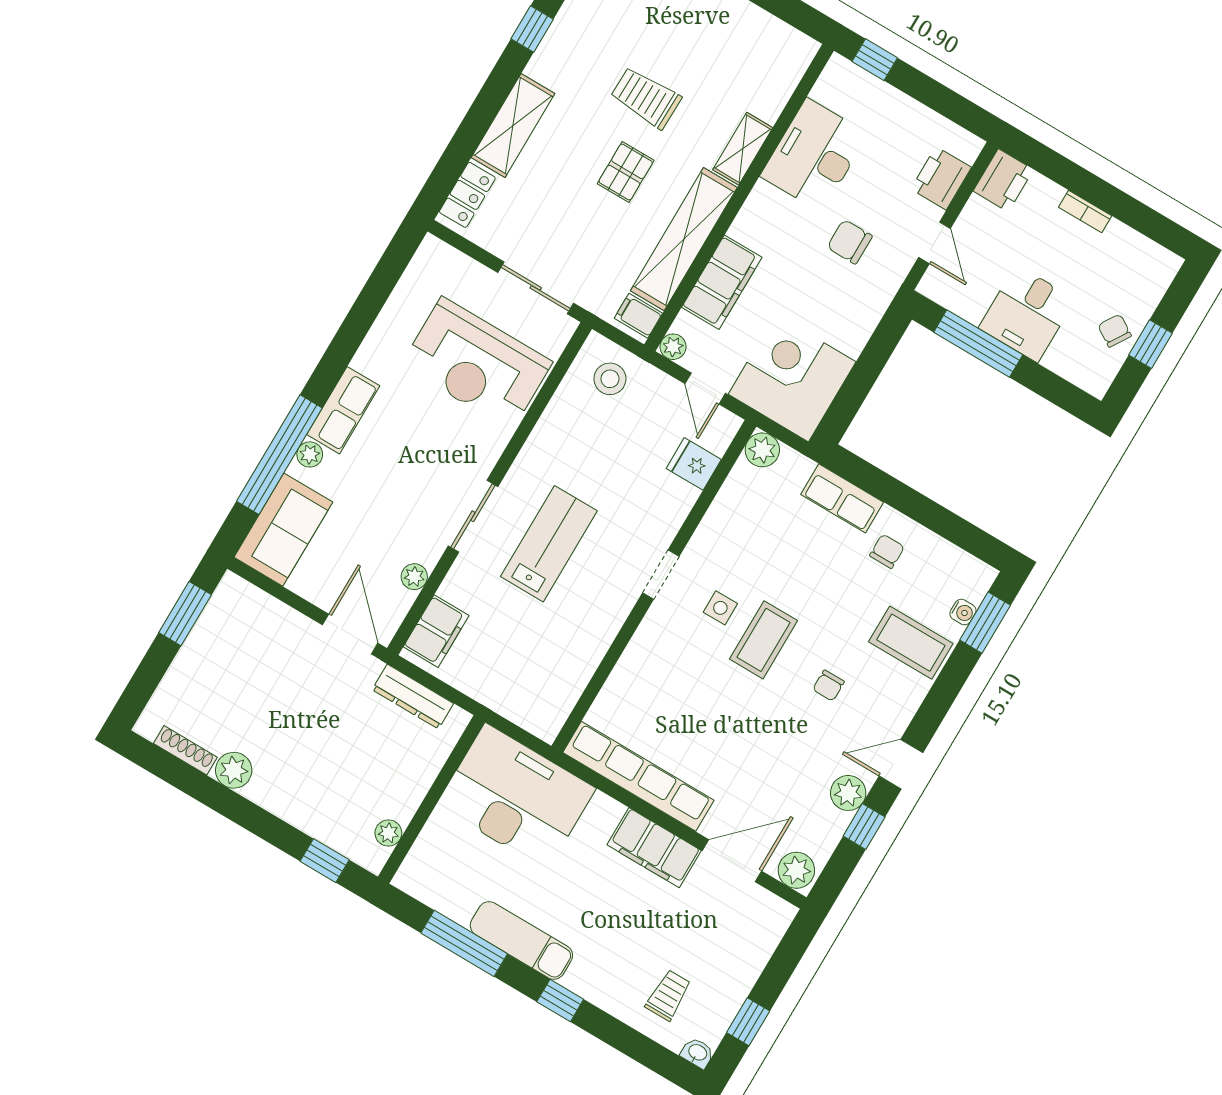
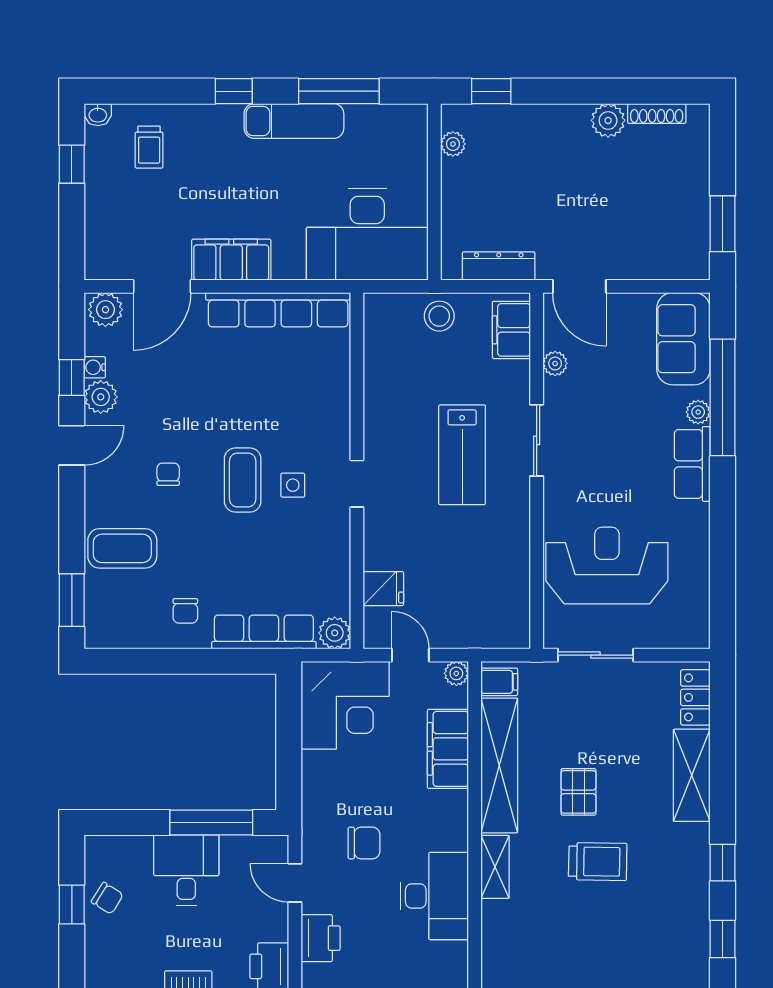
stool: (610, 379) -> (439, 316), moved
row of seats: (842, 498) -> (264, 632), width x1.48
water cooler: (963, 612) -> (95, 367), moved

